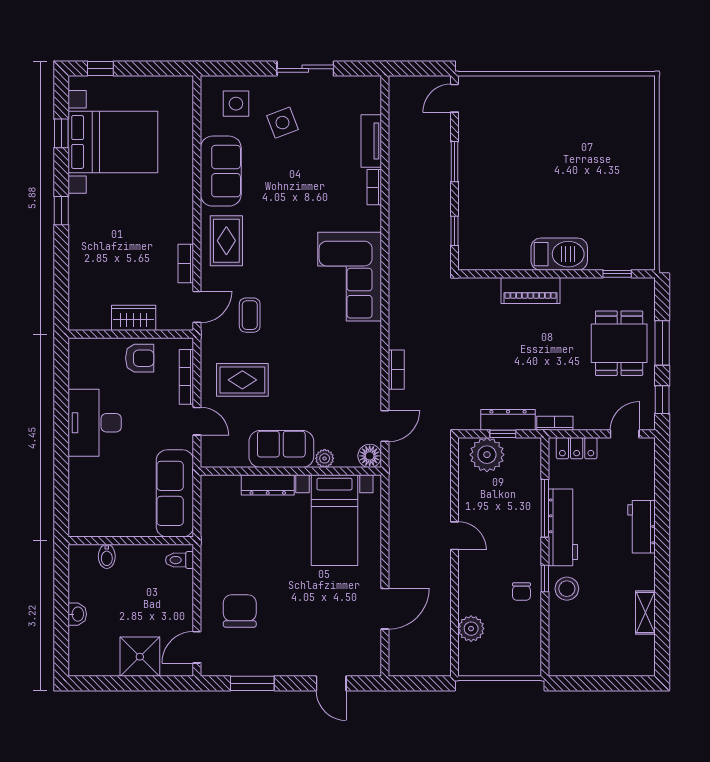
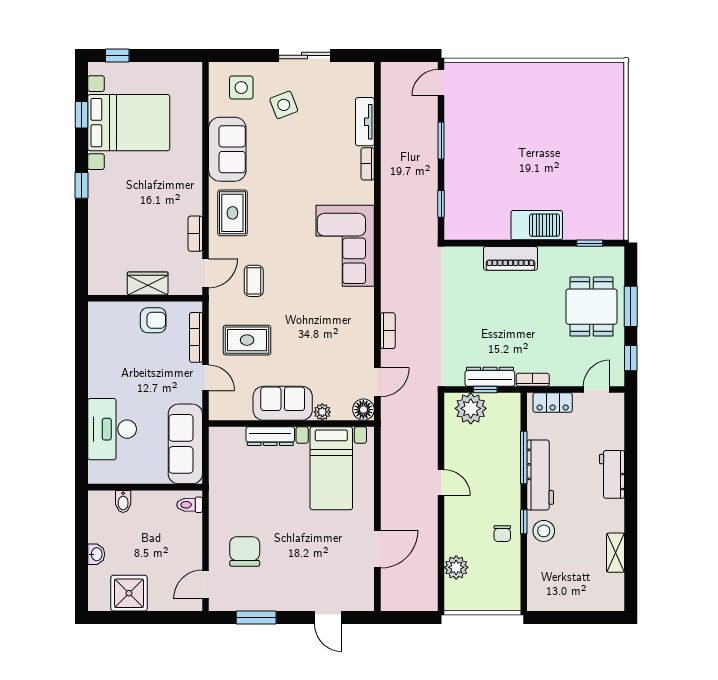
desk: (95, 423) -> (112, 429), moved
shower: (140, 657) -> (129, 593), moved

